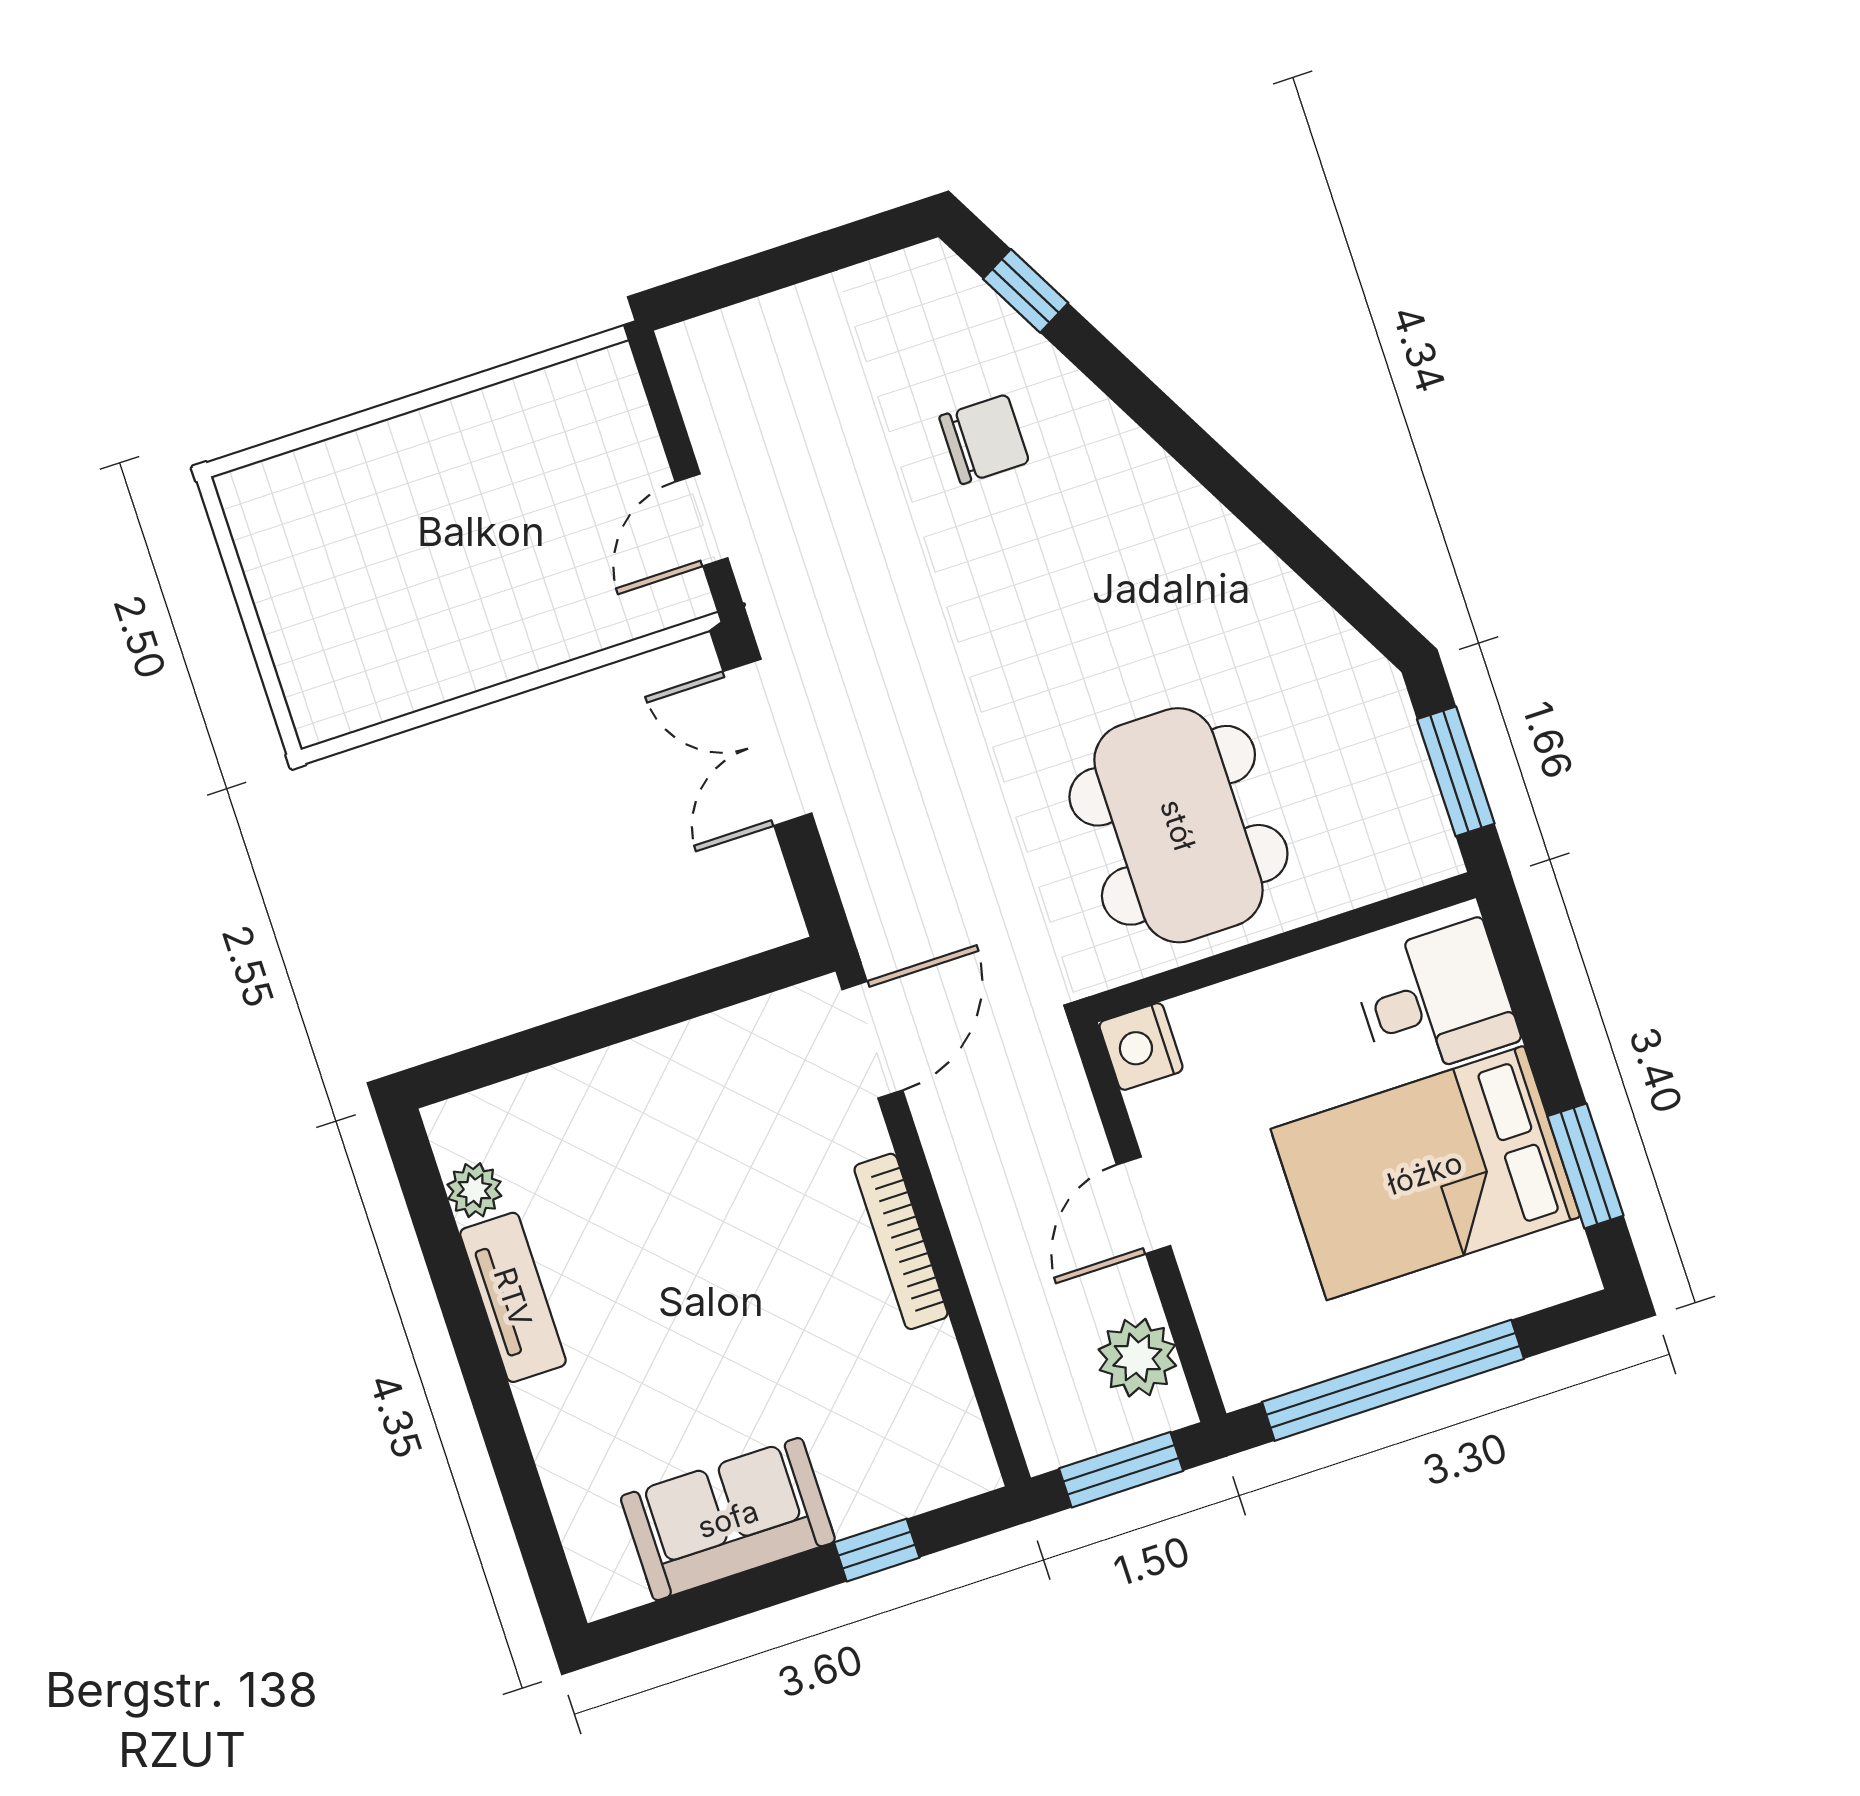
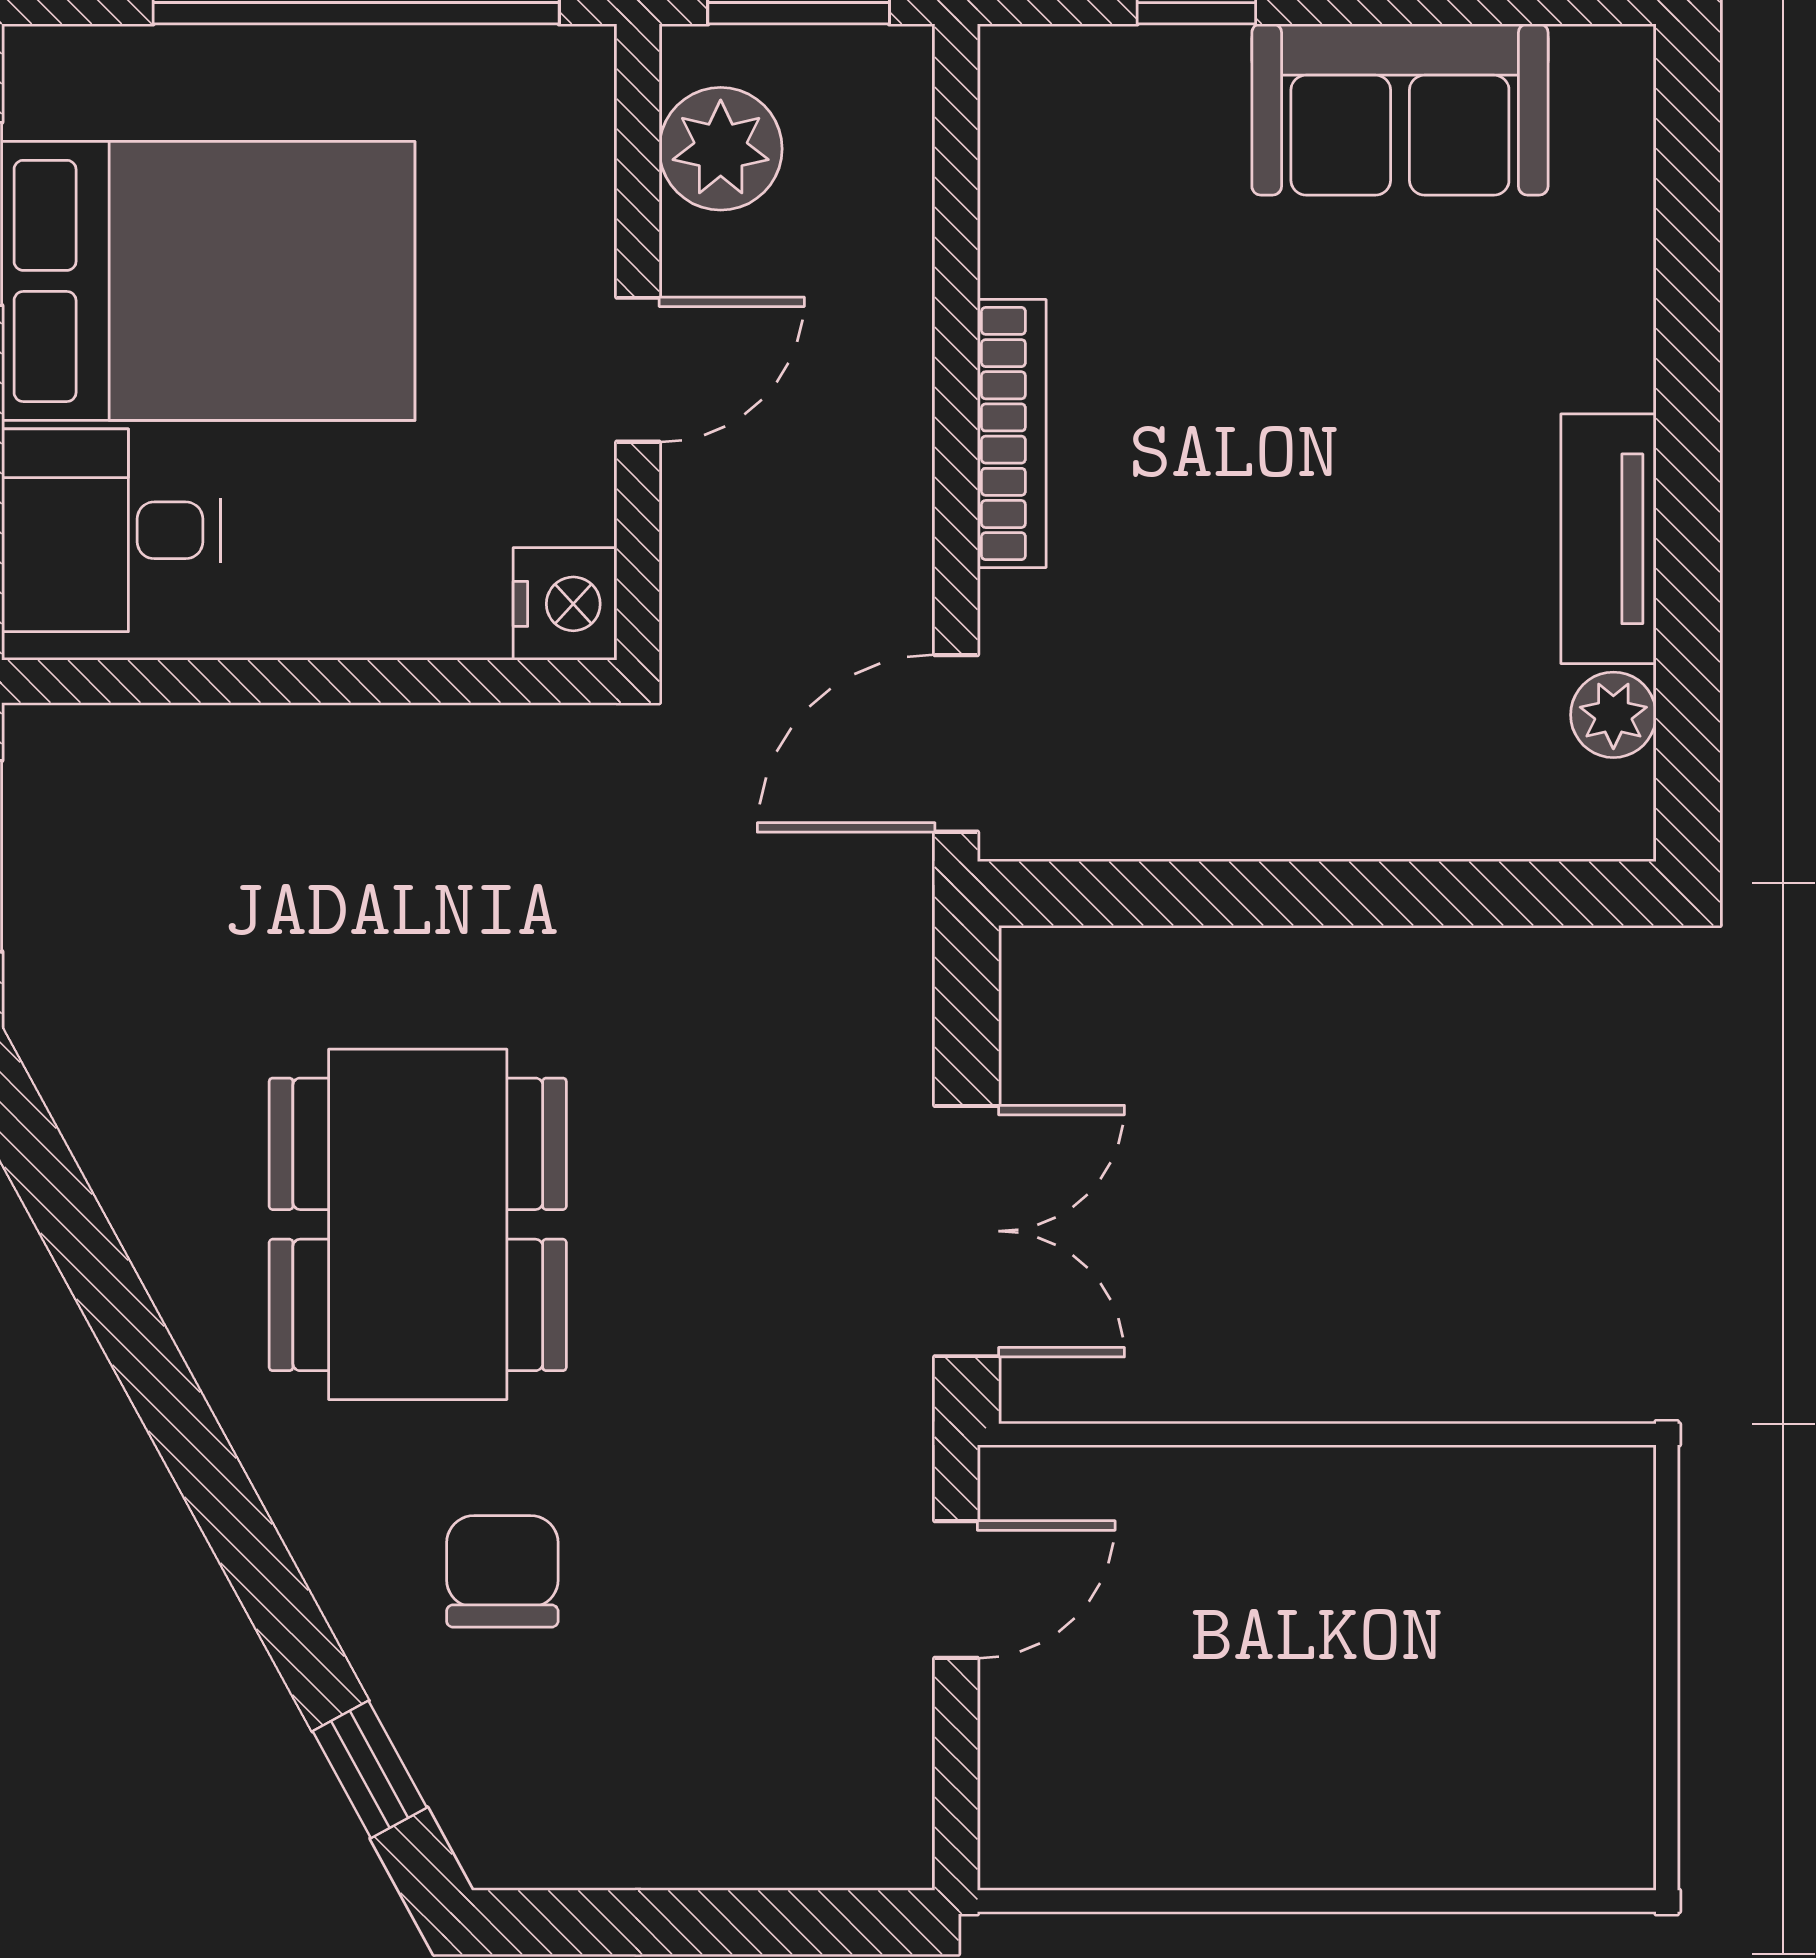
chair: (984, 439) -> (502, 1571), turned 90
dining table: (1178, 825) -> (418, 1224), moved

